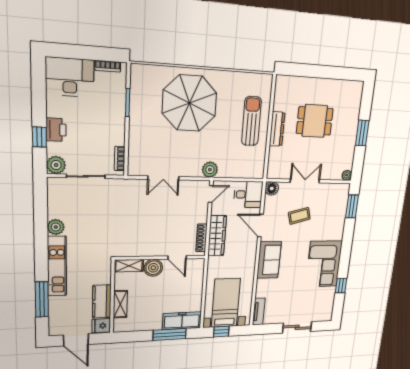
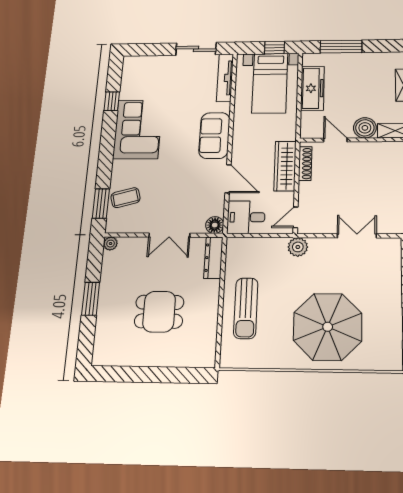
dresser: (277, 129) -> (213, 258), moved
coffee table: (299, 216) -> (125, 198), moved
tv unit: (259, 312) -> (225, 78), width x1.41
freezer: (182, 321) -> (312, 88), moved, turned -90
sliding door: (297, 327) -> (196, 49), moved

